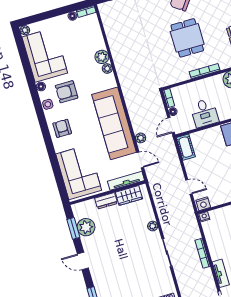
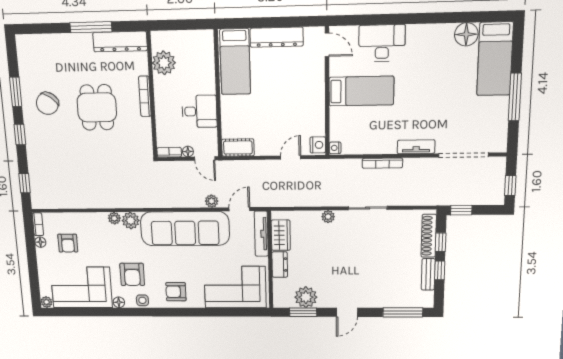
armchair: (78, 37) -> (68, 243), added
dining table: (187, 38) -> (97, 107), turned 90
plant: (102, 57) -> (131, 220), moved

